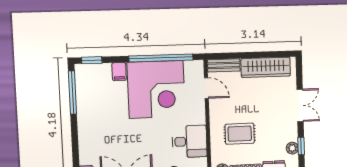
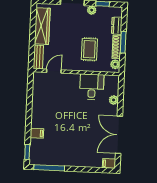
window: (161, 58) -> (29, 102), removed
corner desk: (156, 89) -> (52, 108), removed
plant: (292, 148) -> (92, 10), moved

